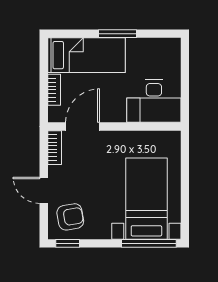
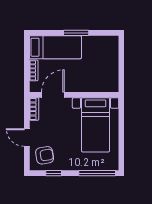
desk: (154, 101) -> (101, 78), removed
bed with nightstands: (146, 199) -> (96, 125), moved, turned 180
window: (68, 243) -> (54, 173), moved

